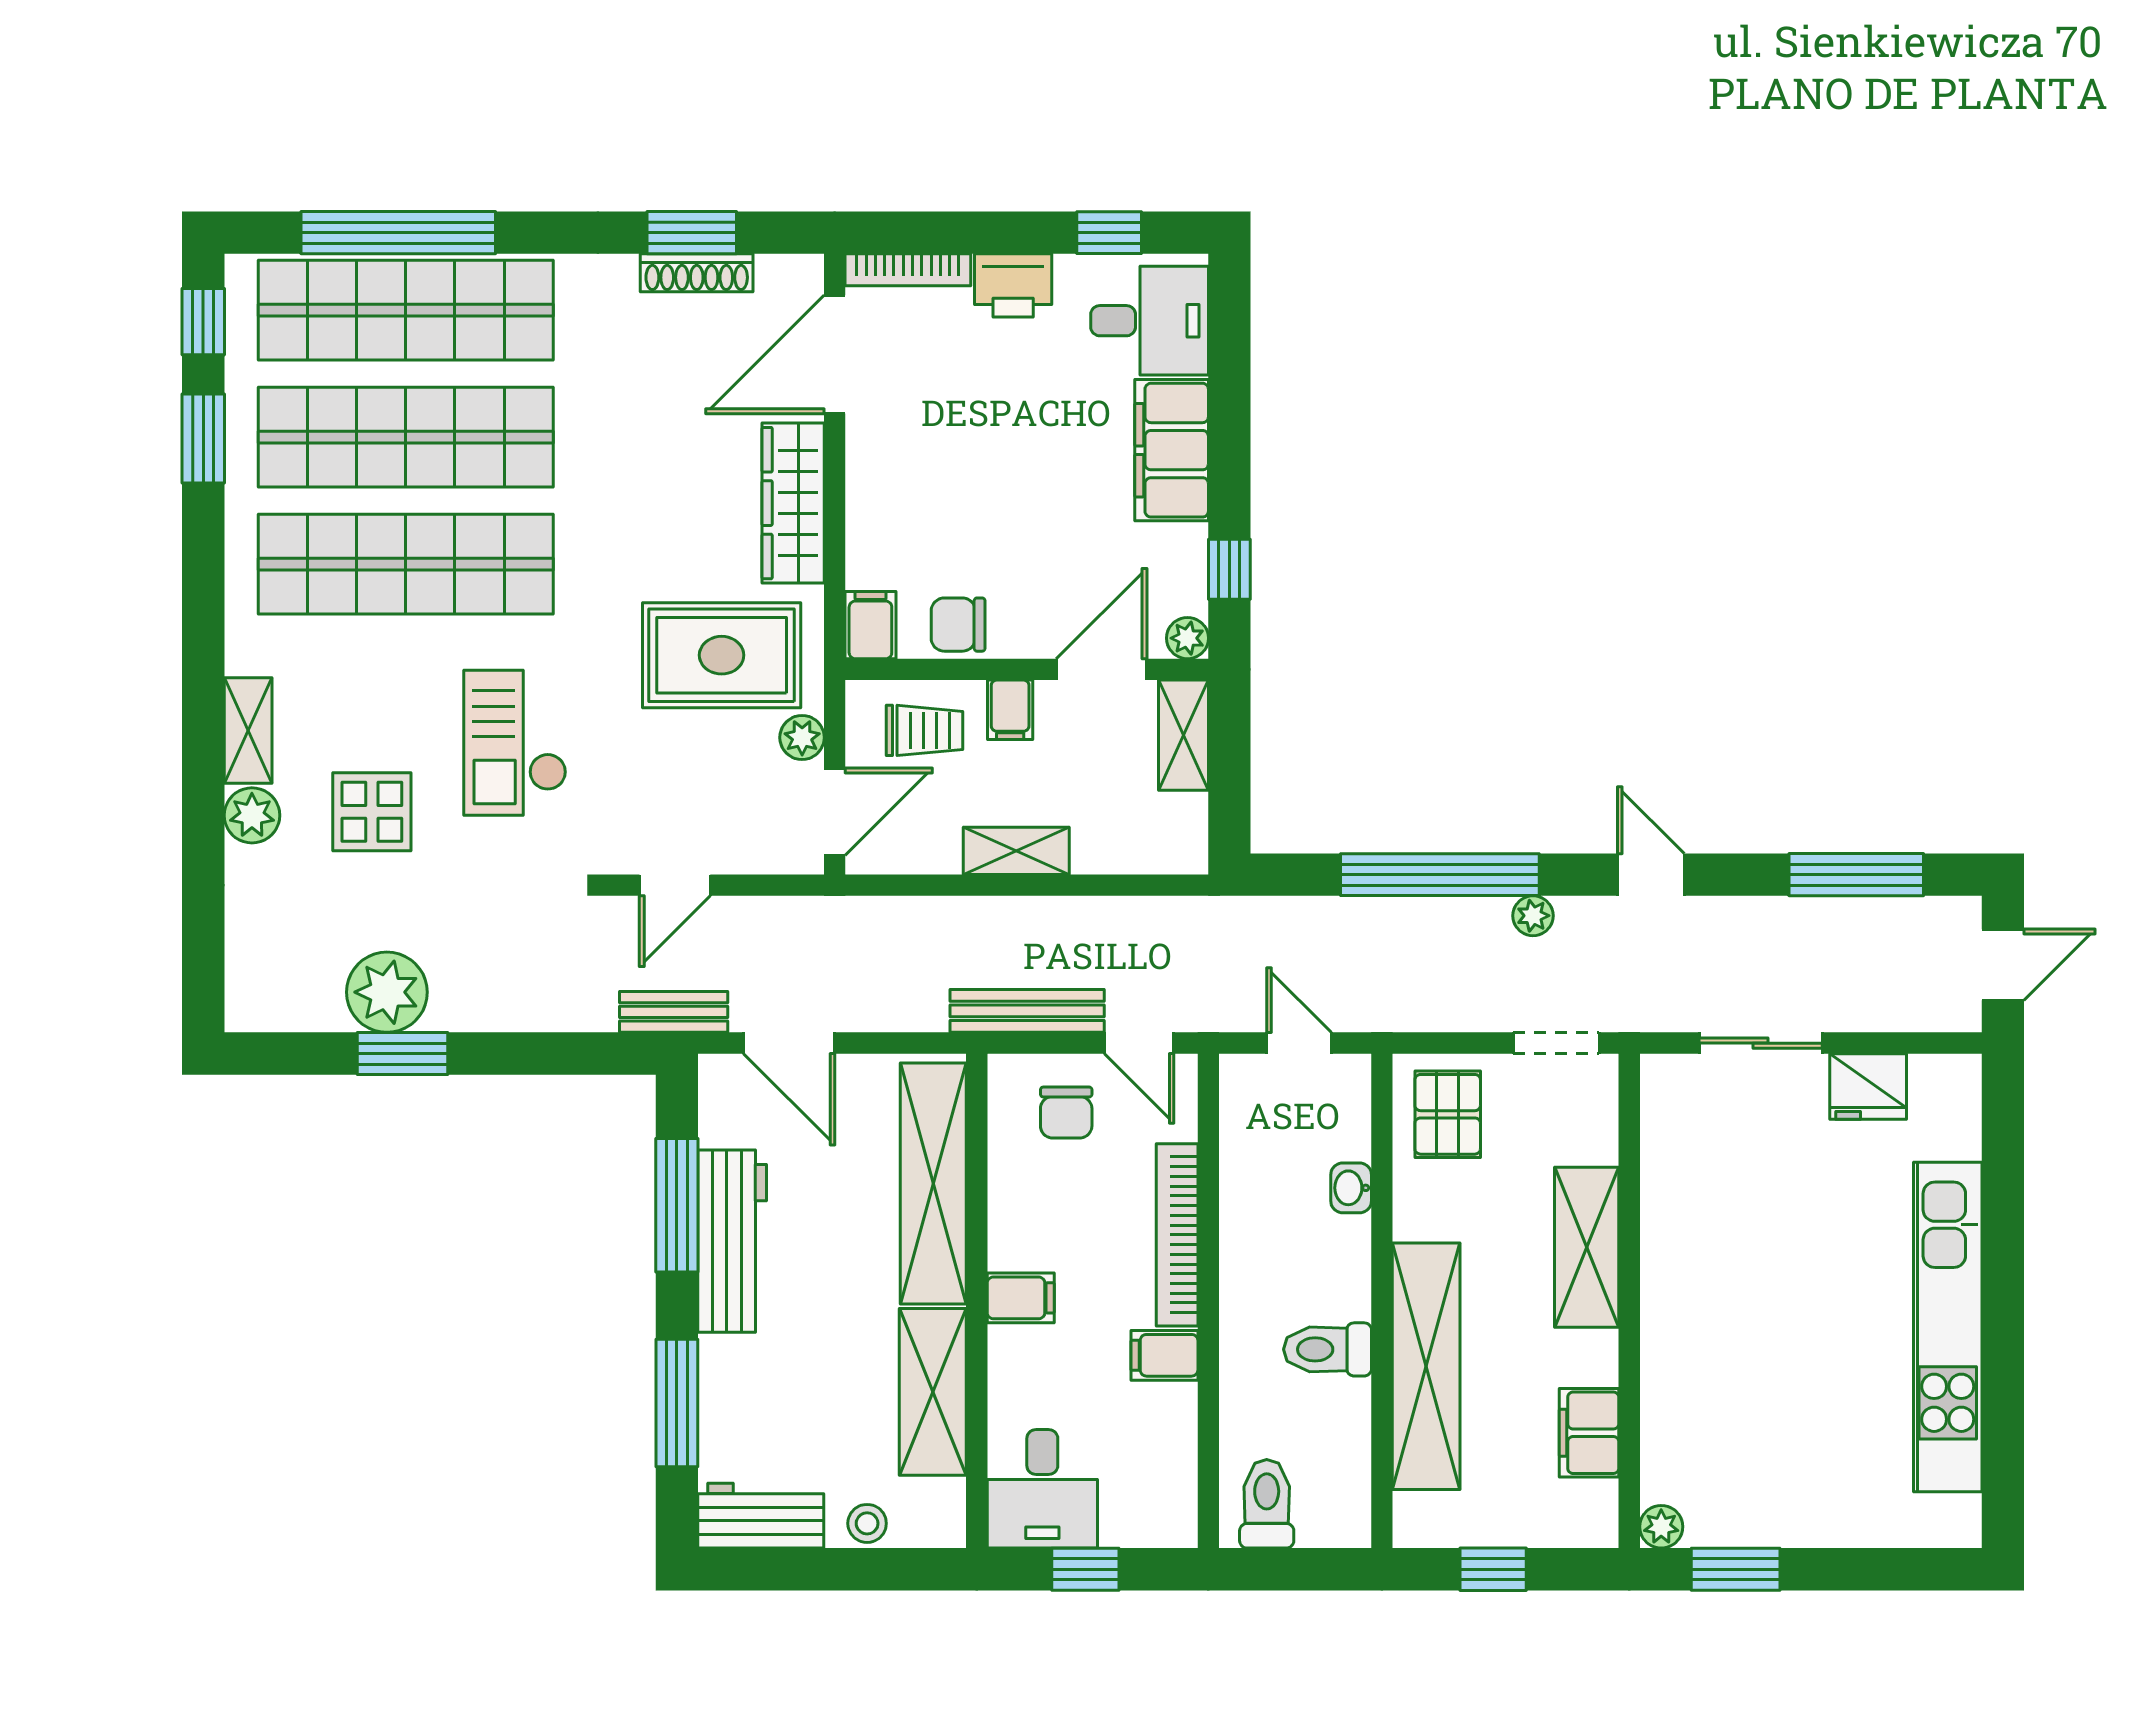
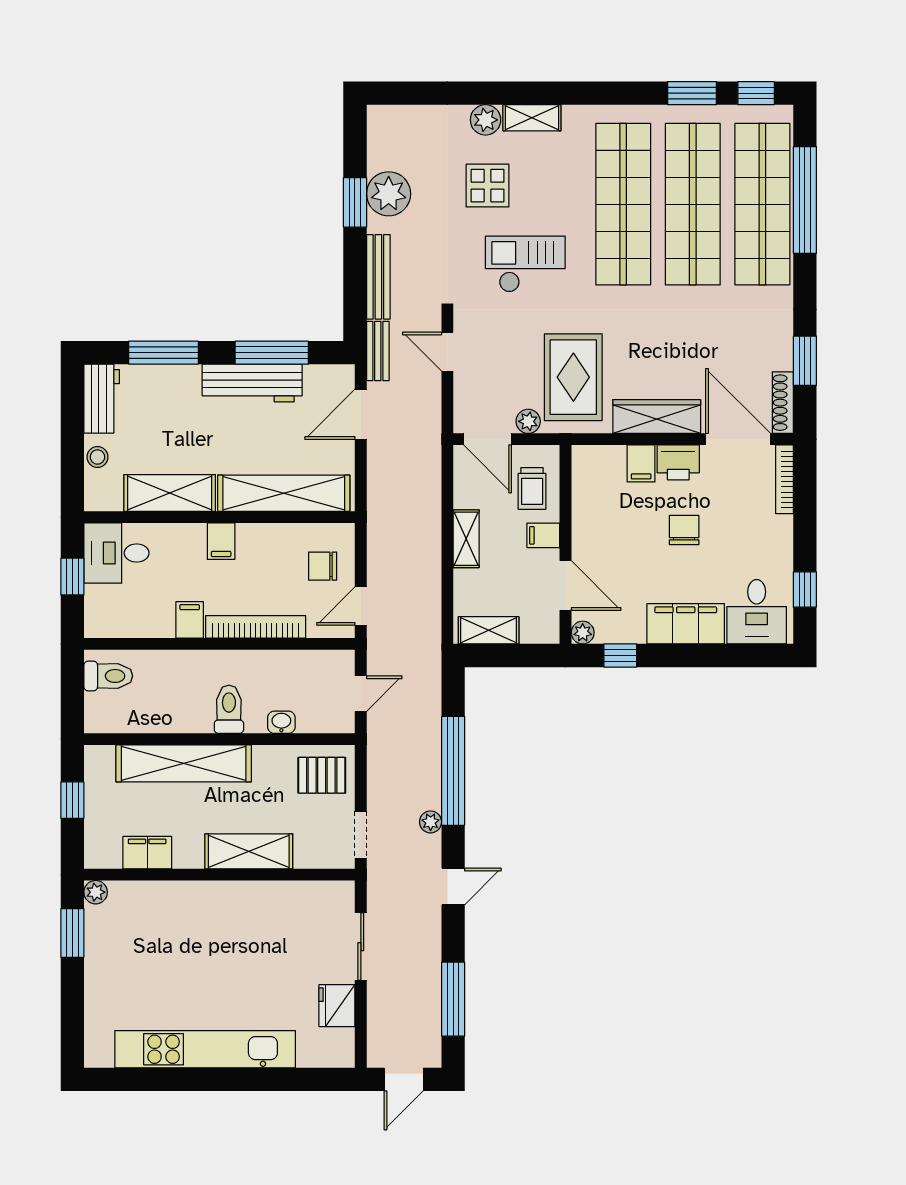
shoe rack: (697, 273) -> (783, 403), moved
printer: (1013, 285) -> (678, 462), moved, turned -90
filing cabinet: (870, 625) -> (641, 463), moved, turned 90
chair: (958, 625) -> (684, 530), moved
shelving: (1183, 735) -> (489, 630), moved
door: (2003, 965) -> (404, 1079), hinge flipped
bench: (1027, 1011) -> (378, 277), moved
toilet: (1327, 1349) -> (229, 709), moved

